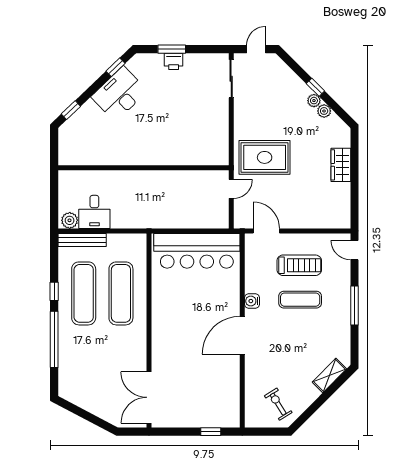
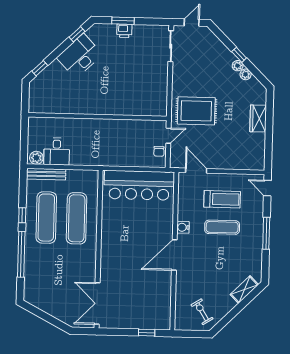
chair: (220, 208) -> (159, 151), added

